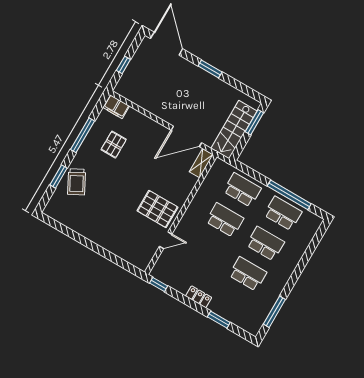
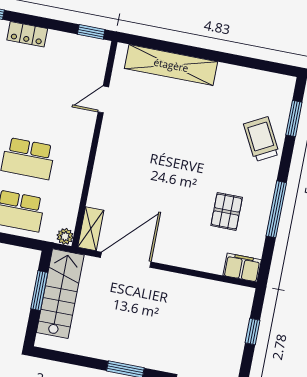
window: (254, 122) -> (39, 291), moved
plant: (219, 164) -> (65, 236), added
window: (59, 176) -> (294, 119), moved
pallet: (157, 209) -> (131, 140), removed
shelving: (116, 247) -> (171, 65), added

